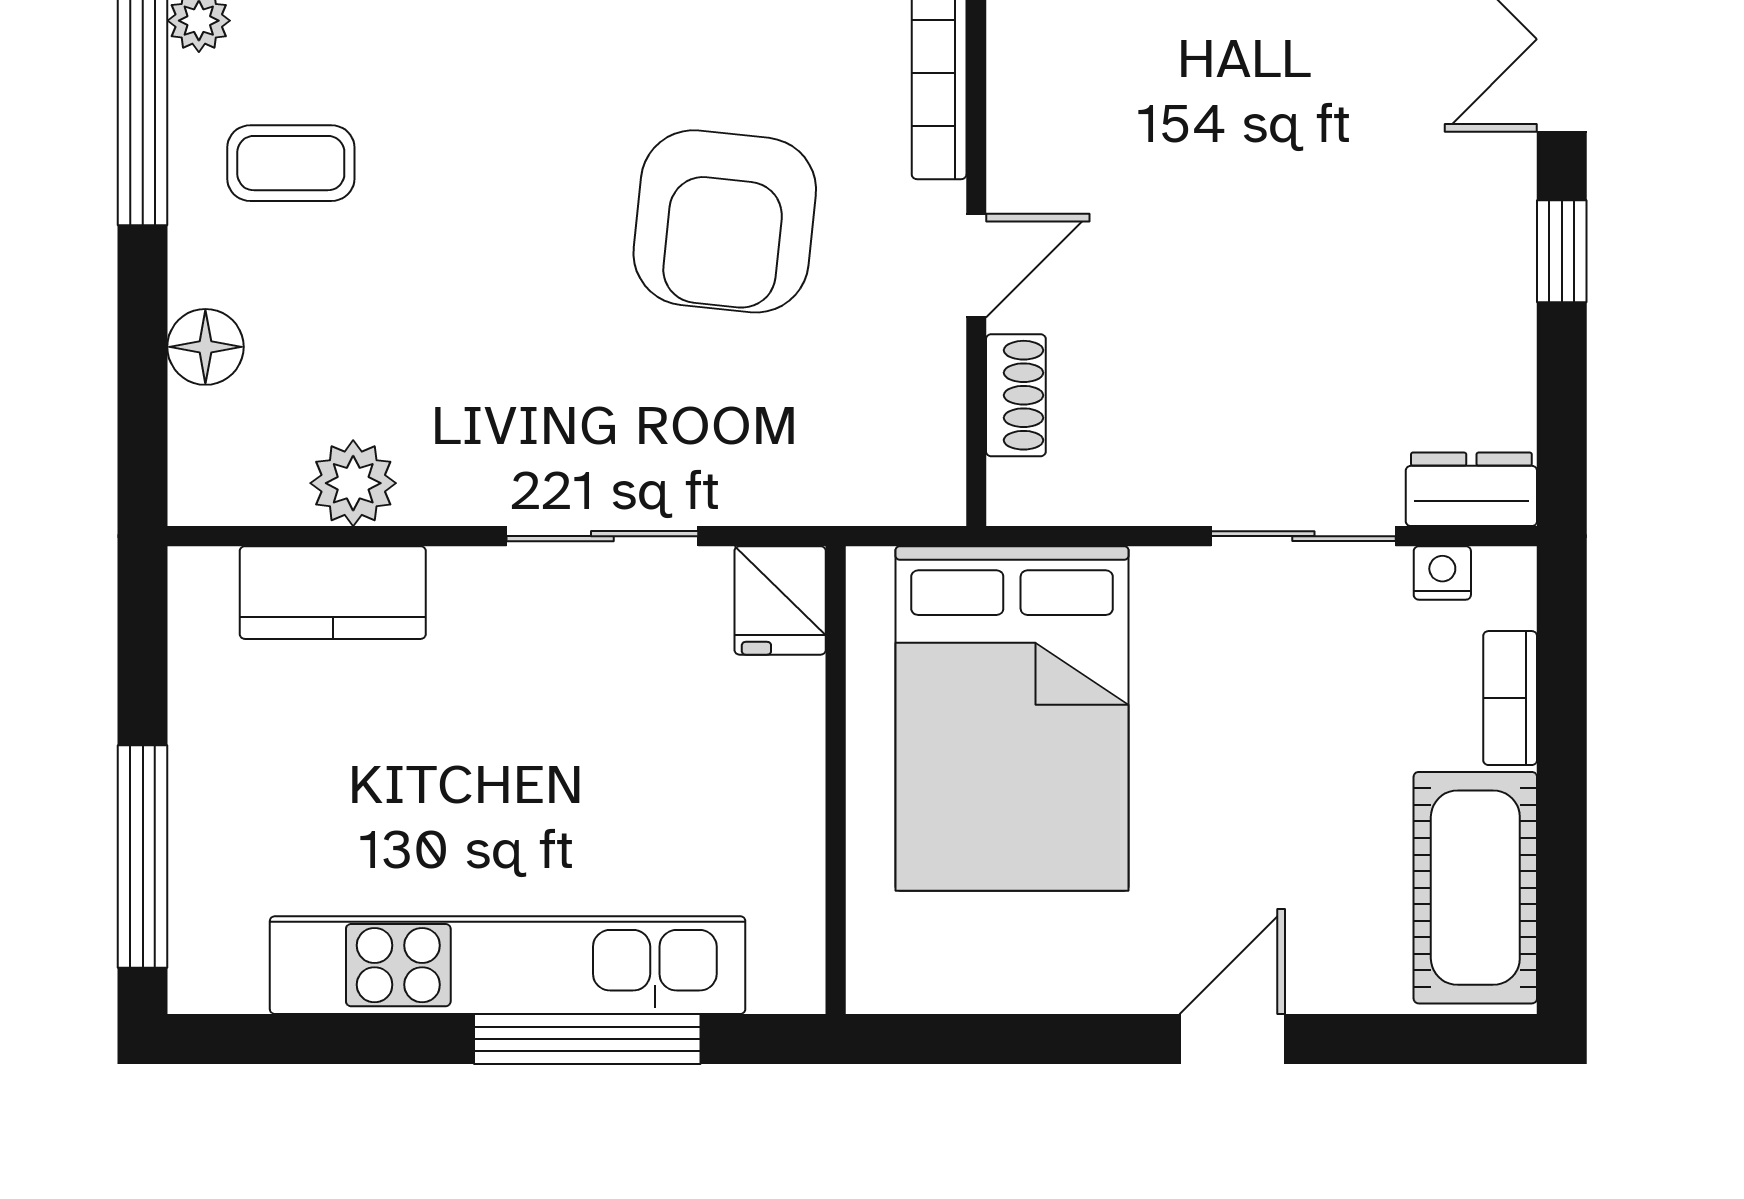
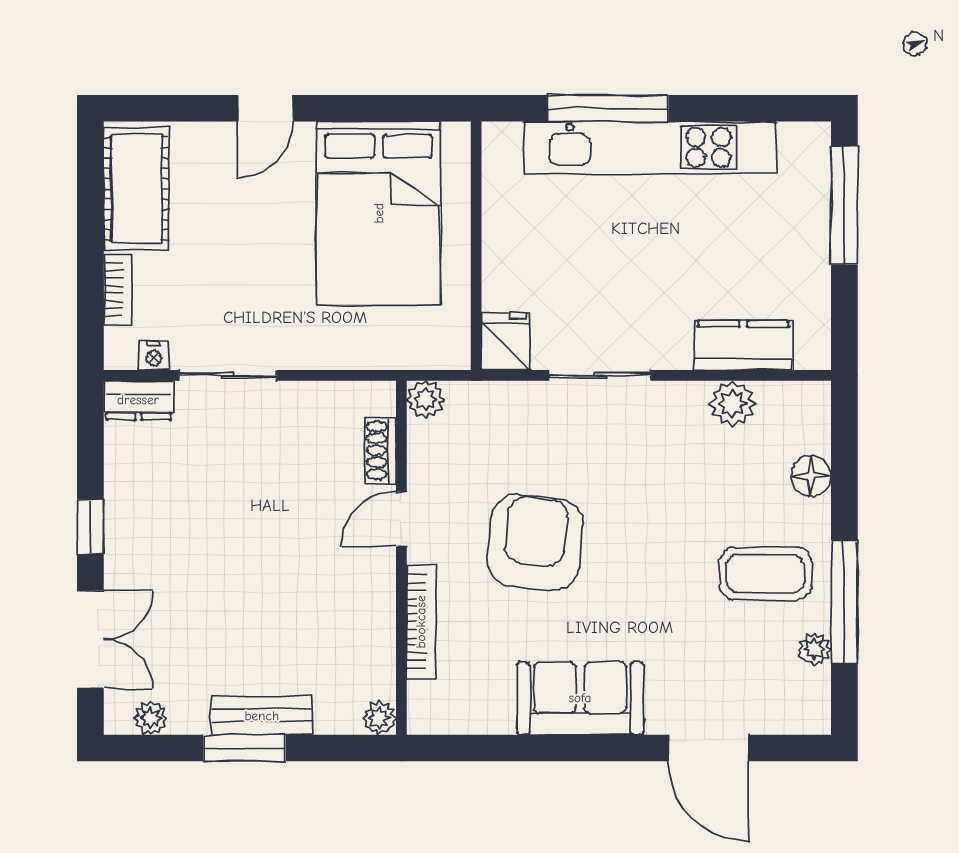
coffee table: (291, 163) -> (766, 574), width x1.36, depth x1.30
plant: (931, 491) -> (425, 399), added
bed: (1012, 719) -> (379, 213), moved, turned 180

